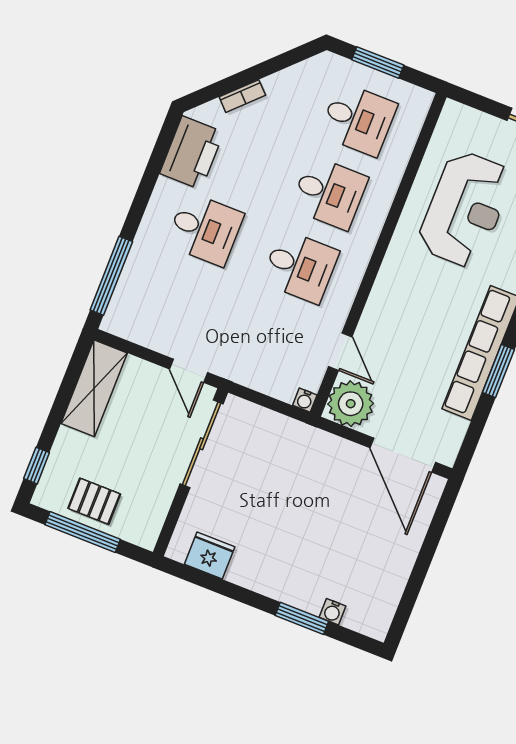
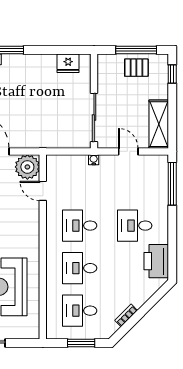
bookcase: (242, 96) -> (126, 315), moved
door: (189, 371) -> (128, 151), moved
water cooler: (305, 400) -> (94, 160), moved

